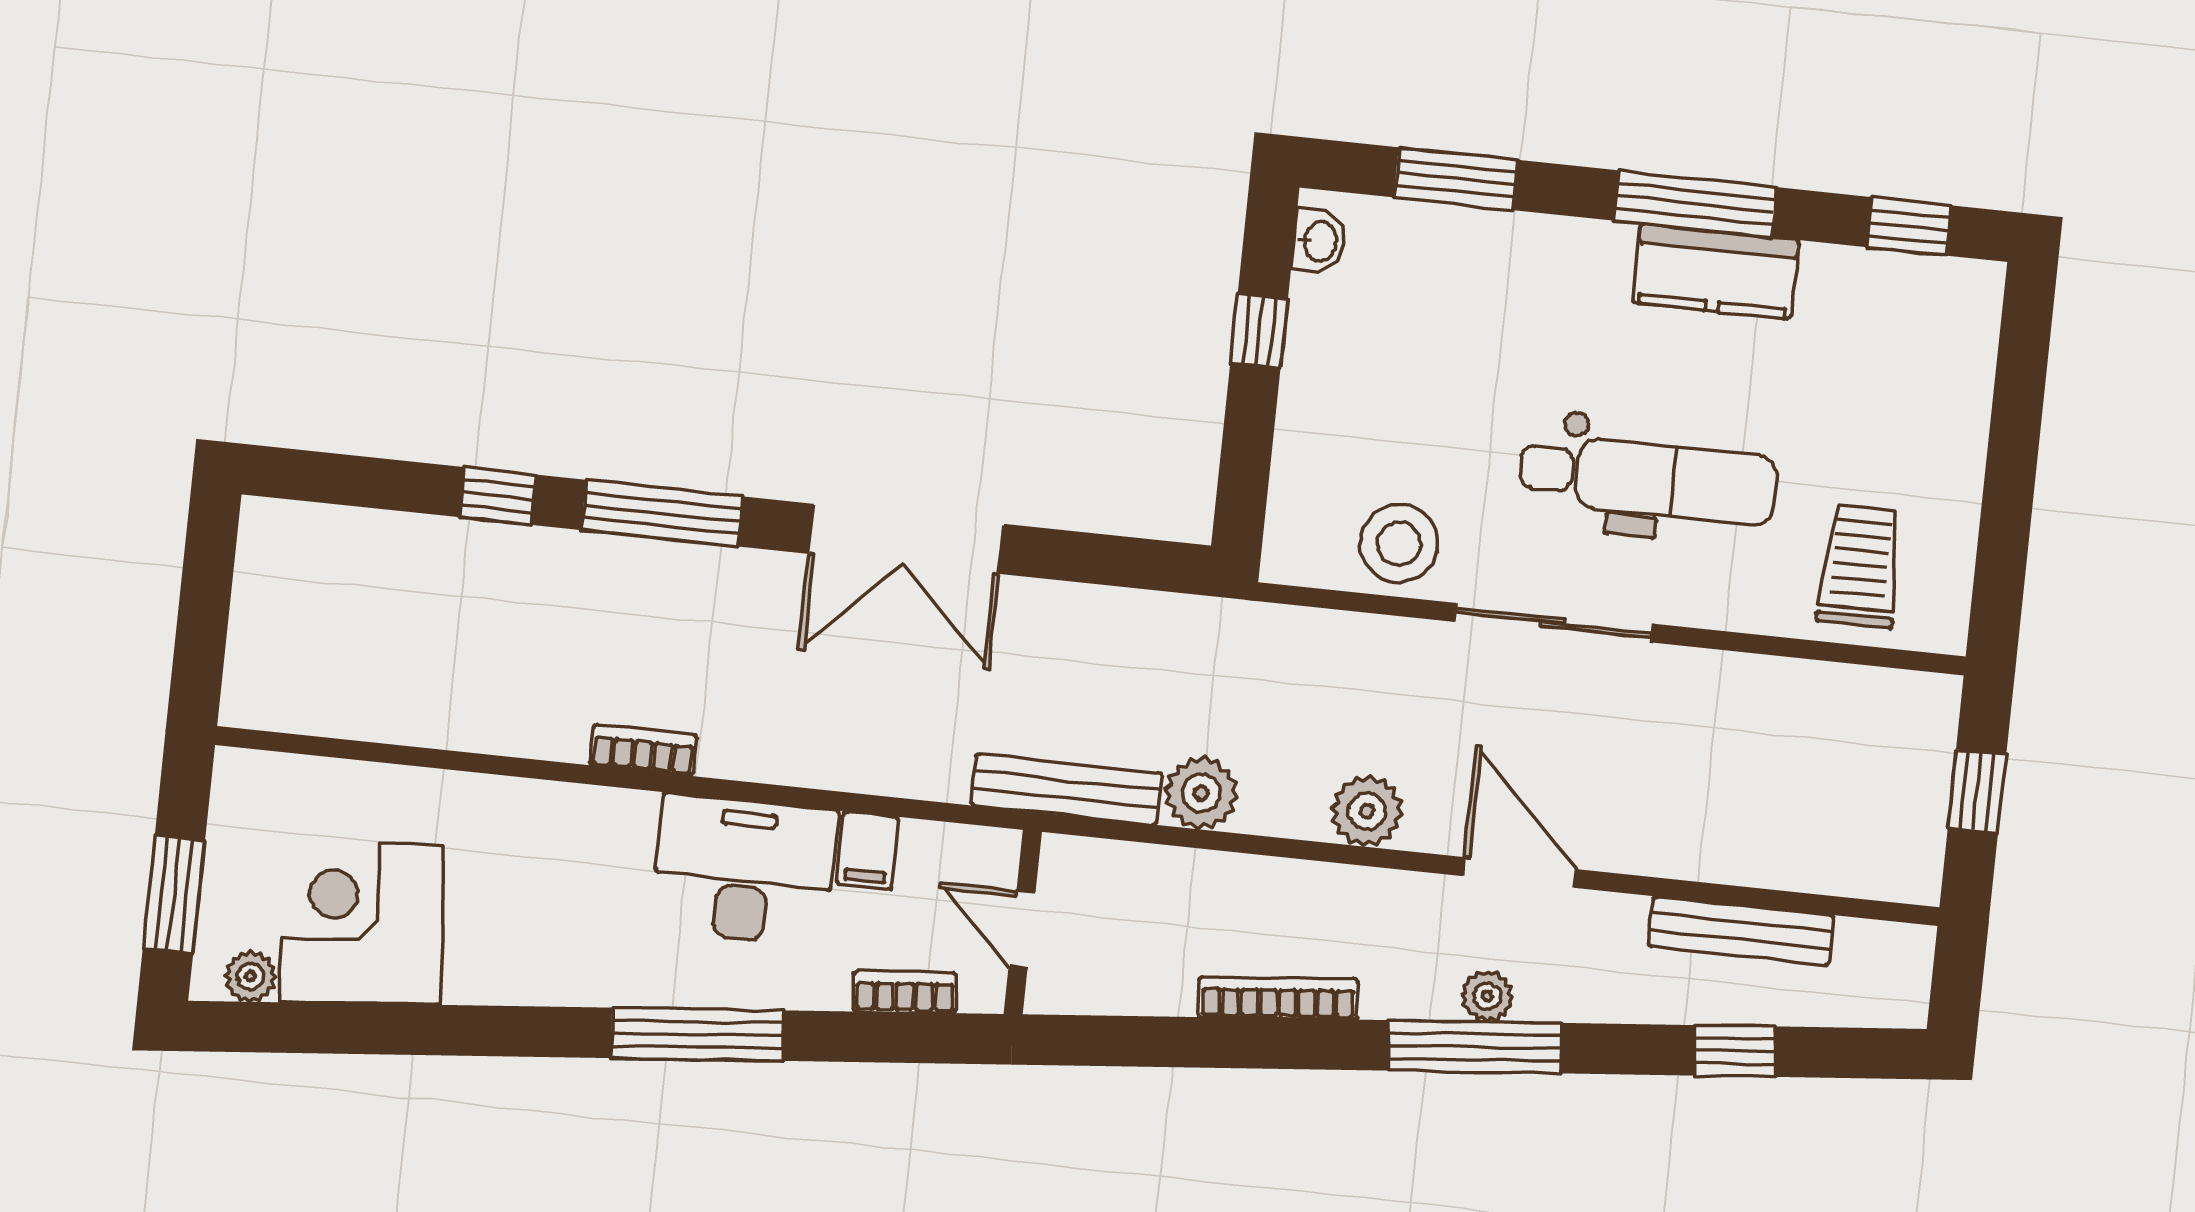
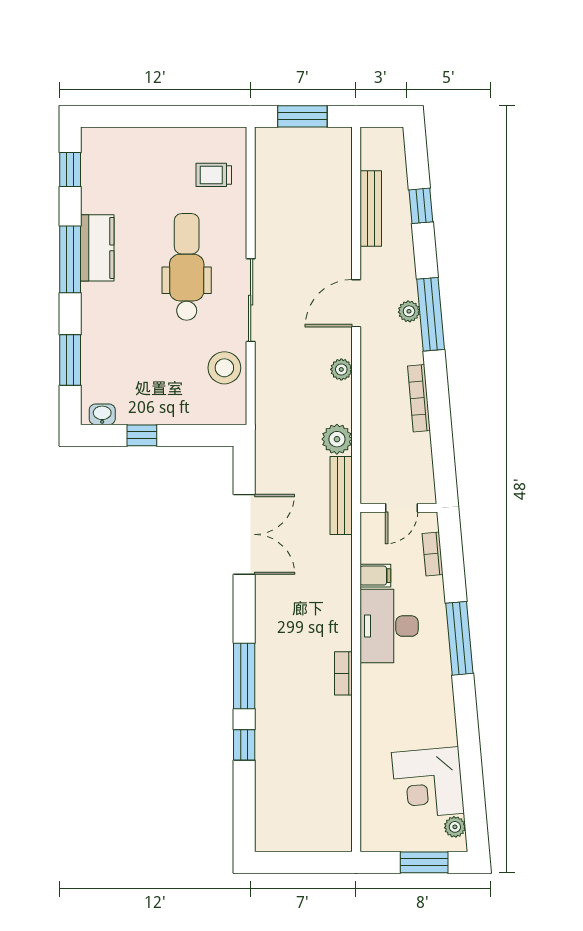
double door: (906, 539) -> (244, 534), moved
trolley: (1860, 566) -> (214, 175), width x0.73, depth x0.72
window: (1977, 791) -> (302, 116), width x1.50
plant: (1367, 811) -> (341, 369), width x0.73, depth x0.73

